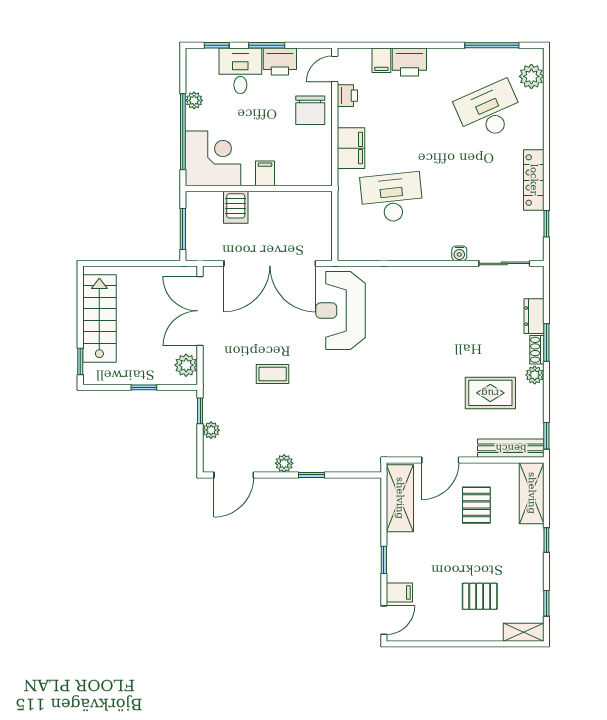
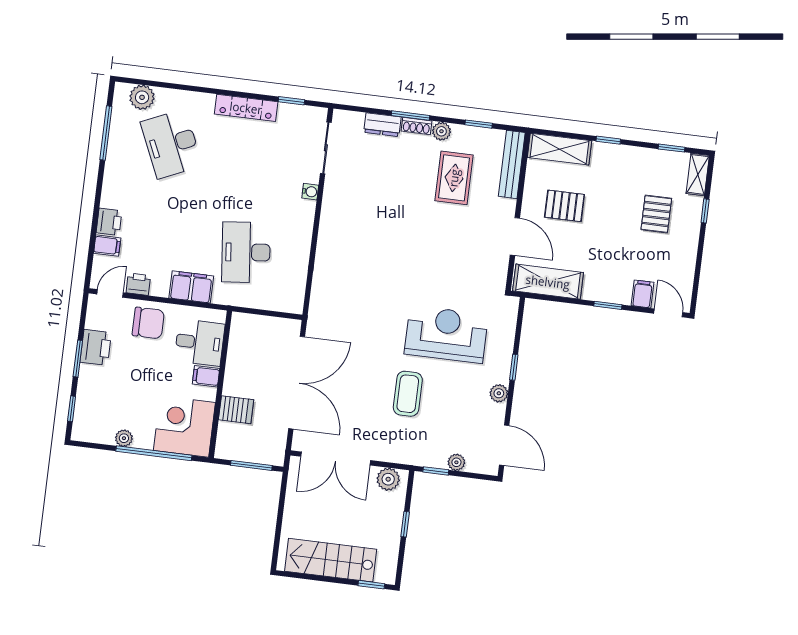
printer: (409, 62) -> (109, 222), width x0.73, depth x0.81
door: (335, 69) -> (110, 293), swing flipped
desk: (240, 71) -> (200, 343), moved, turned 180
reception desk: (341, 311) -> (446, 334), moved, turned 180
coffee table: (273, 374) -> (408, 394), width x1.36, depth x1.30
window: (546, 436) -> (479, 124), moved
window: (489, 644) -> (705, 211), added

